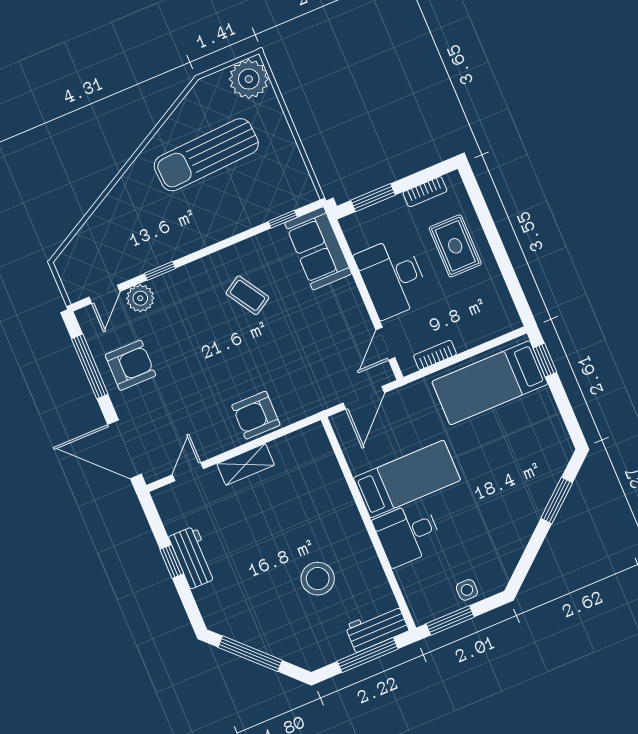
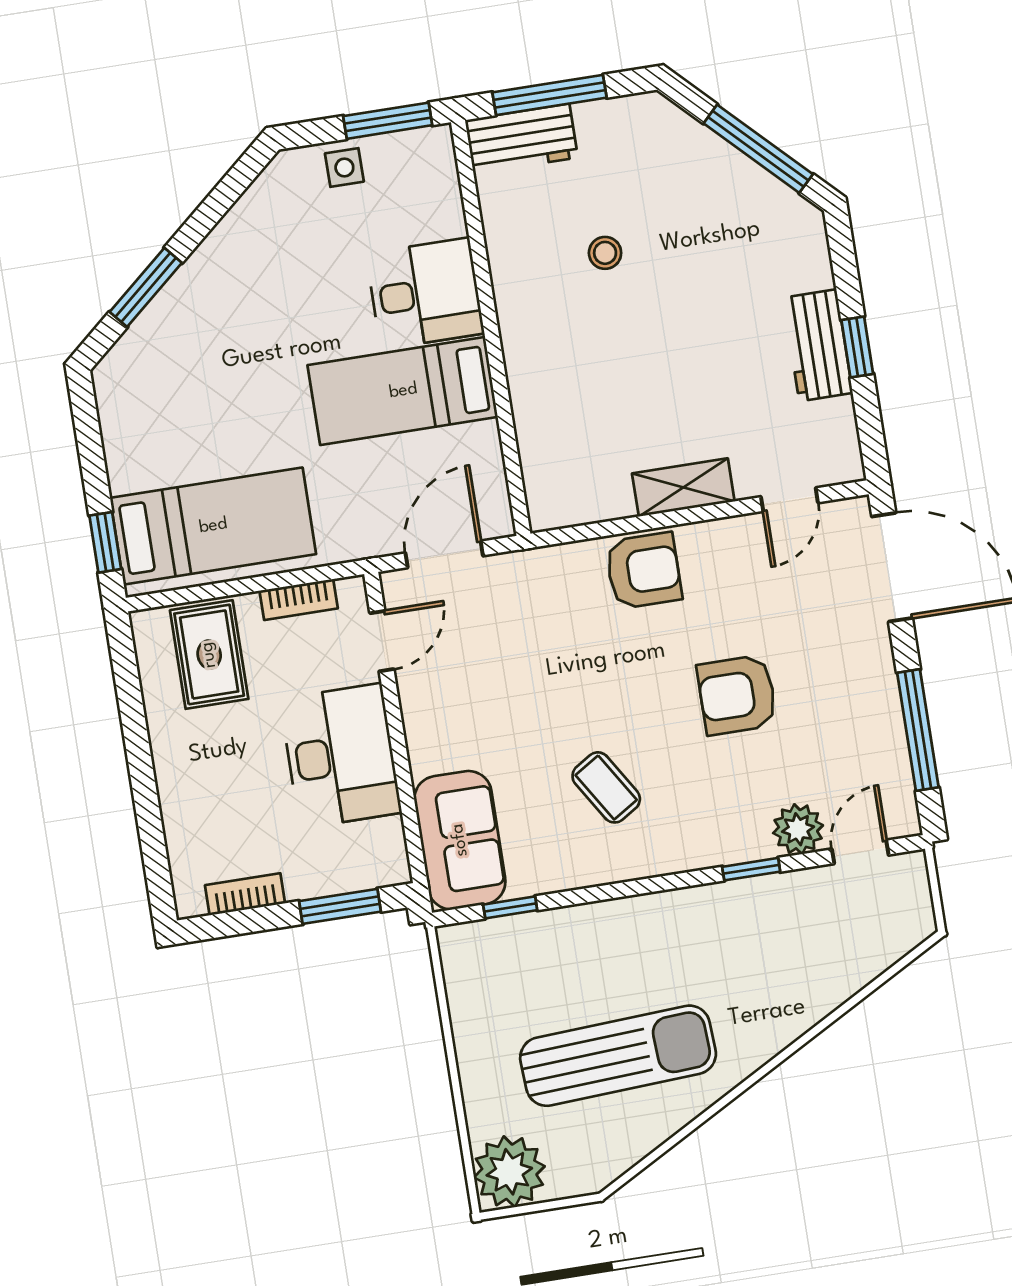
rug: (455, 246) -> (209, 655), moved
armchair: (130, 365) -> (737, 695), moved
stool: (318, 579) -> (605, 253), width x0.53, depth x0.53

